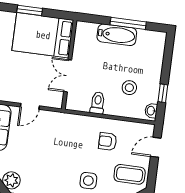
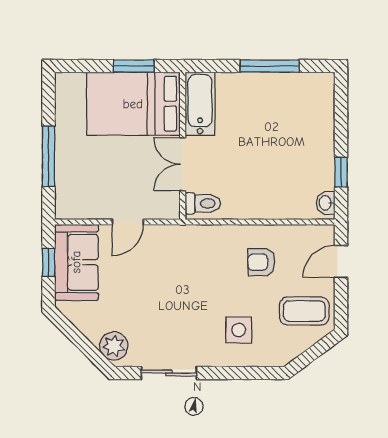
window: (30, 10) -> (134, 66), moved
bathtub: (117, 35) -> (200, 104), moved, turned -90
stool: (129, 88) -> (285, 170), removed
toilet: (98, 103) -> (203, 203), moved, turned 90

